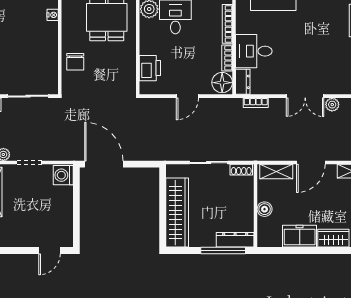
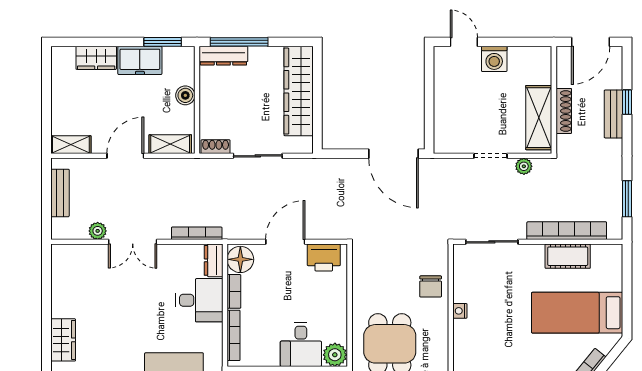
nightstand: (53, 15) -> (460, 311), moved
chair: (75, 62) -> (431, 286), turned 180
printer: (150, 68) -> (324, 258), moved, turned -90
door: (187, 96) -> (285, 242), width x1.38
double door: (305, 96) -> (133, 242), swing flipped
bookcase: (256, 103) -> (197, 233), width x1.56
washing machine: (63, 175) -> (494, 59), moved, turned 90
door: (50, 250) -> (464, 42), hinge flipped
window: (282, 250) -> (163, 42), added

